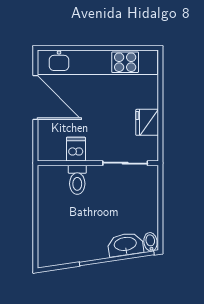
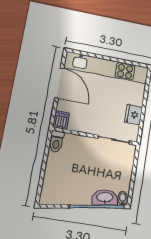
dishwasher: (76, 149) -> (61, 120), moved
toilet: (77, 180) -> (56, 142), moved

